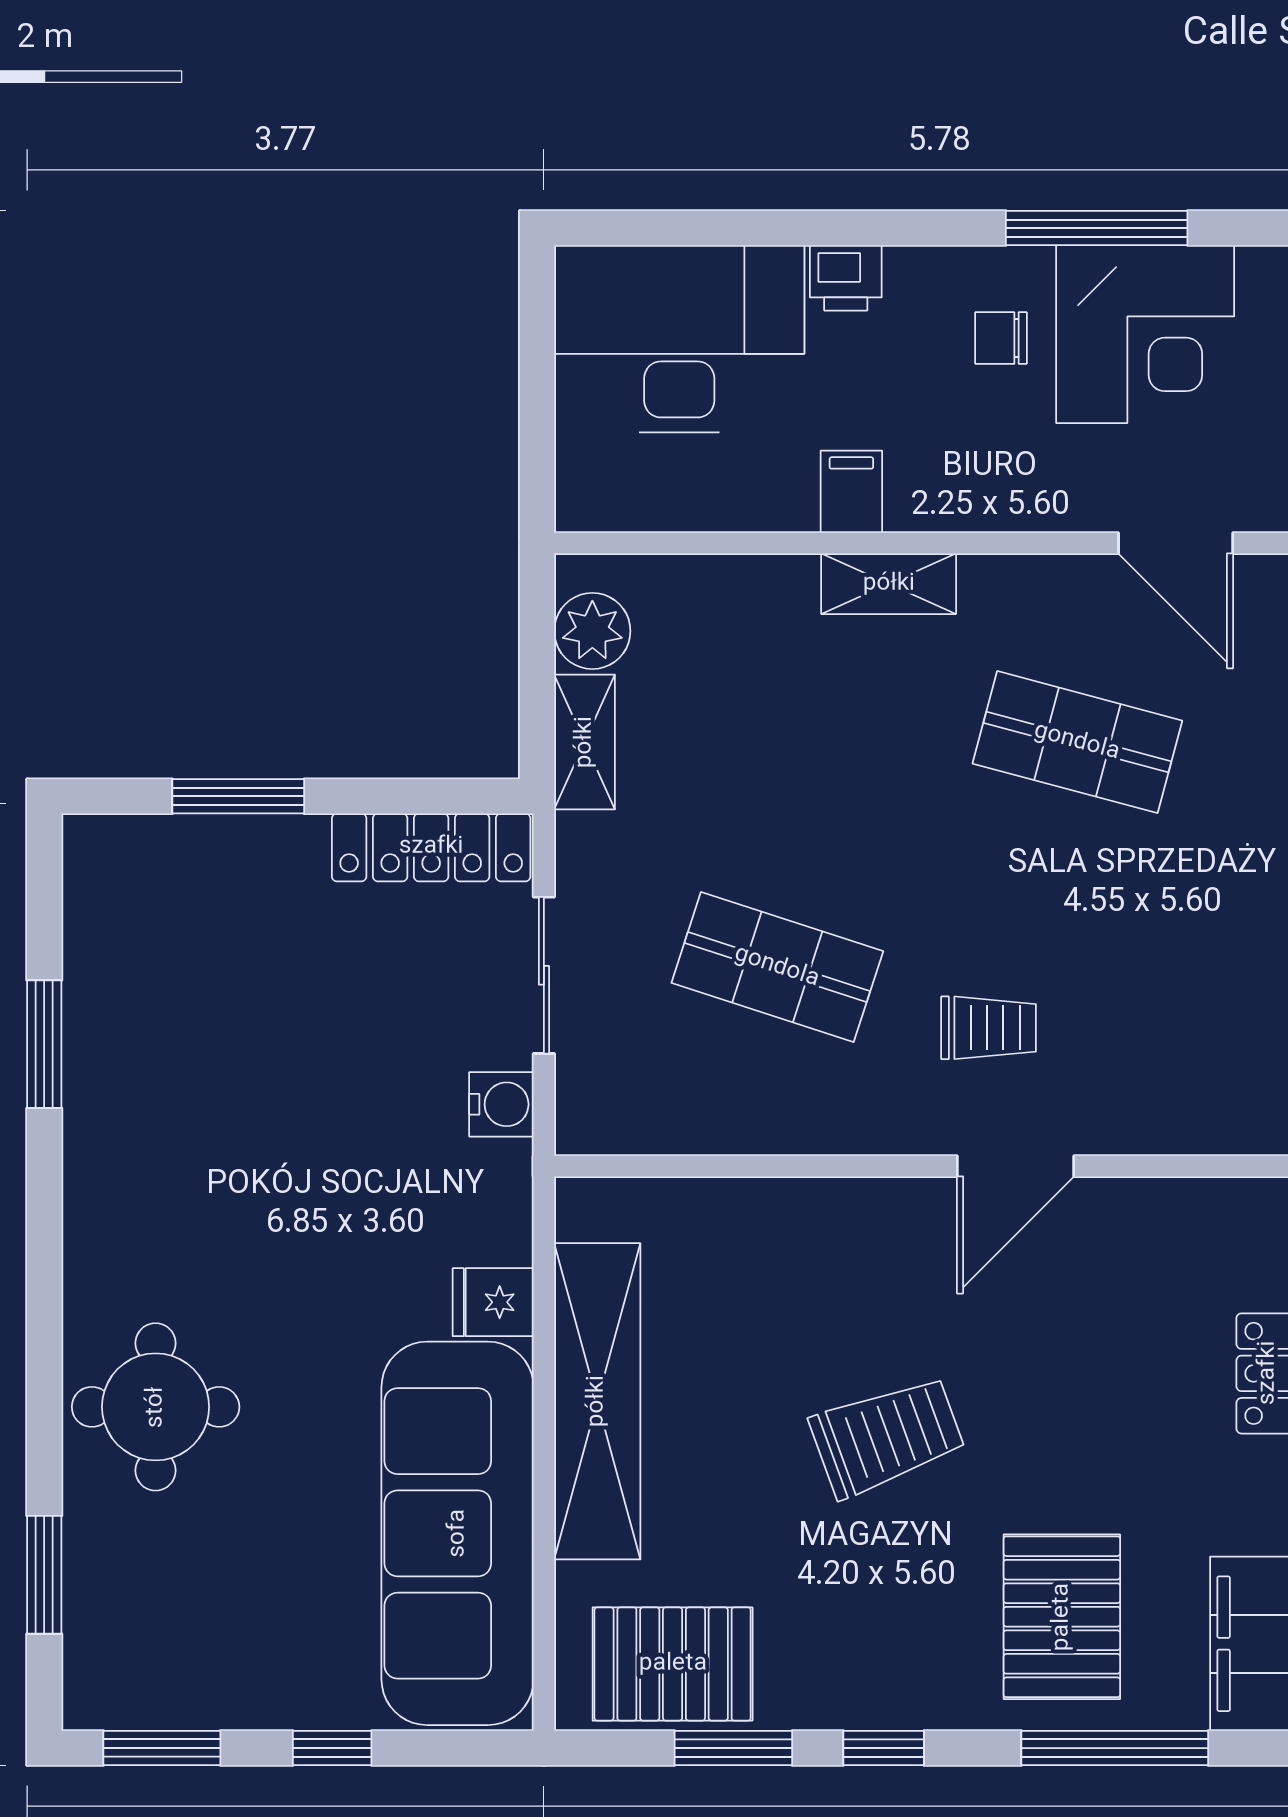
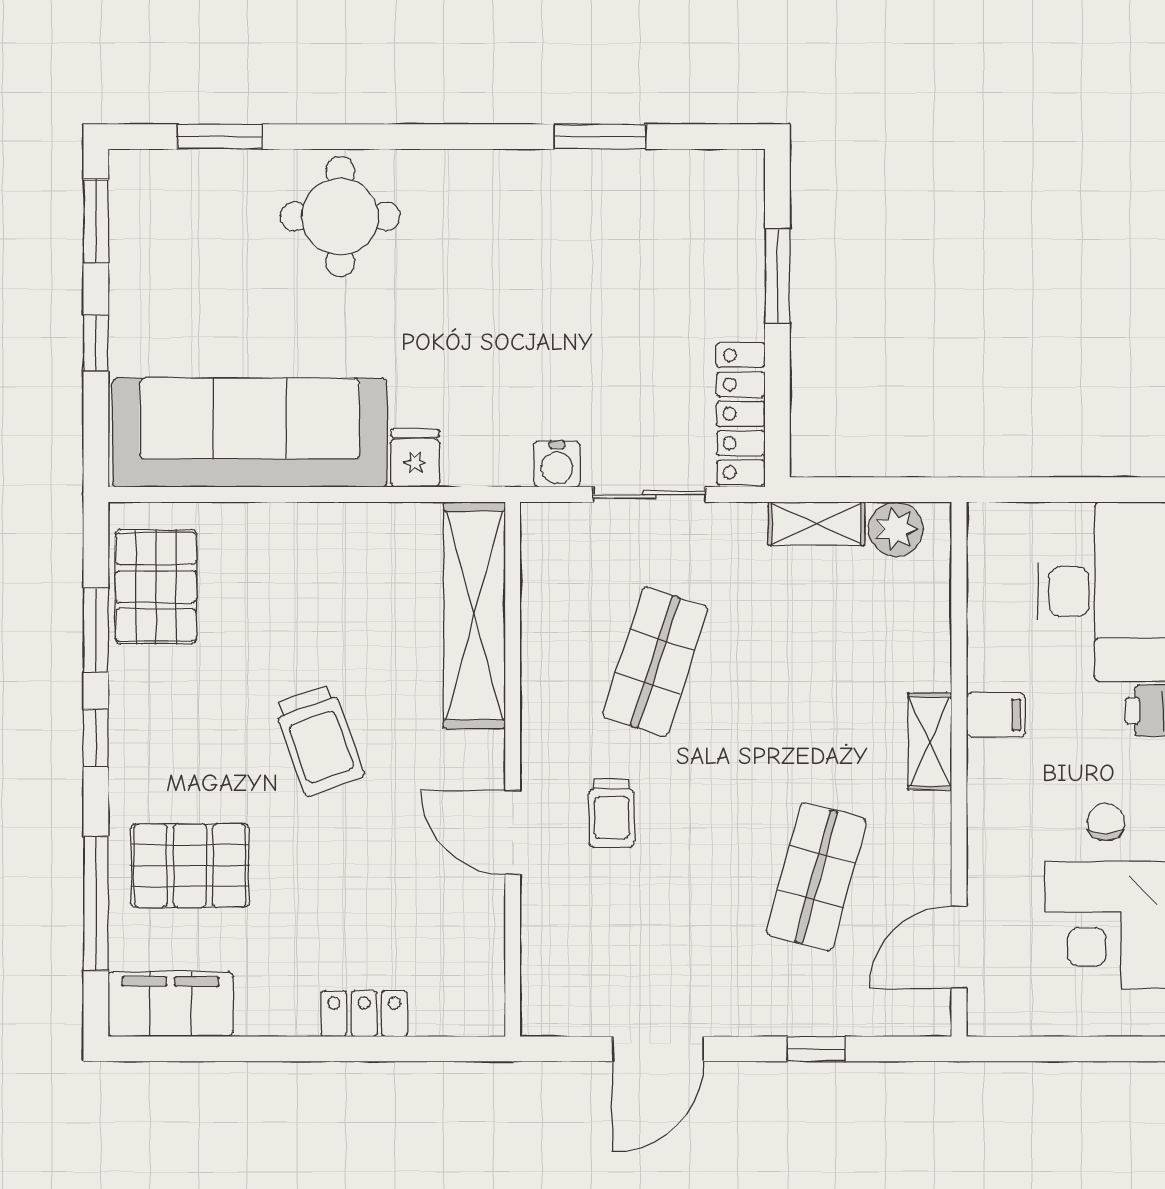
shelving: (597, 1401) -> (474, 615), moved, turned 90

